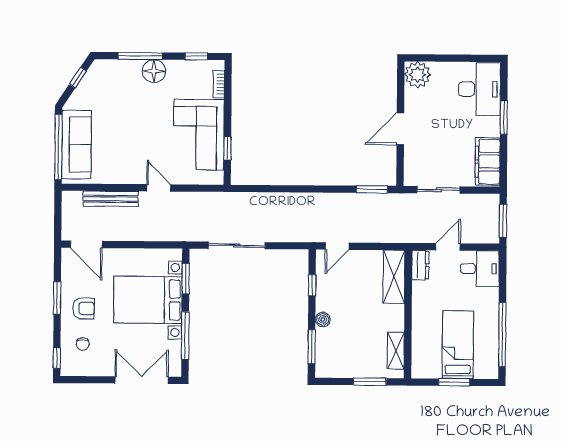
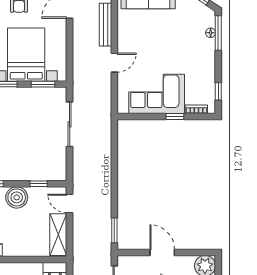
window: (140, 56) -> (218, 33), moved
floor lamp: (154, 71) -> (211, 33), moved, width x0.53, depth x0.53
window: (227, 148) -> (175, 116), moved
shelving: (394, 277) -> (58, 235), moved, turned 90
boiler: (323, 319) -> (17, 197), width x1.86, depth x1.86

